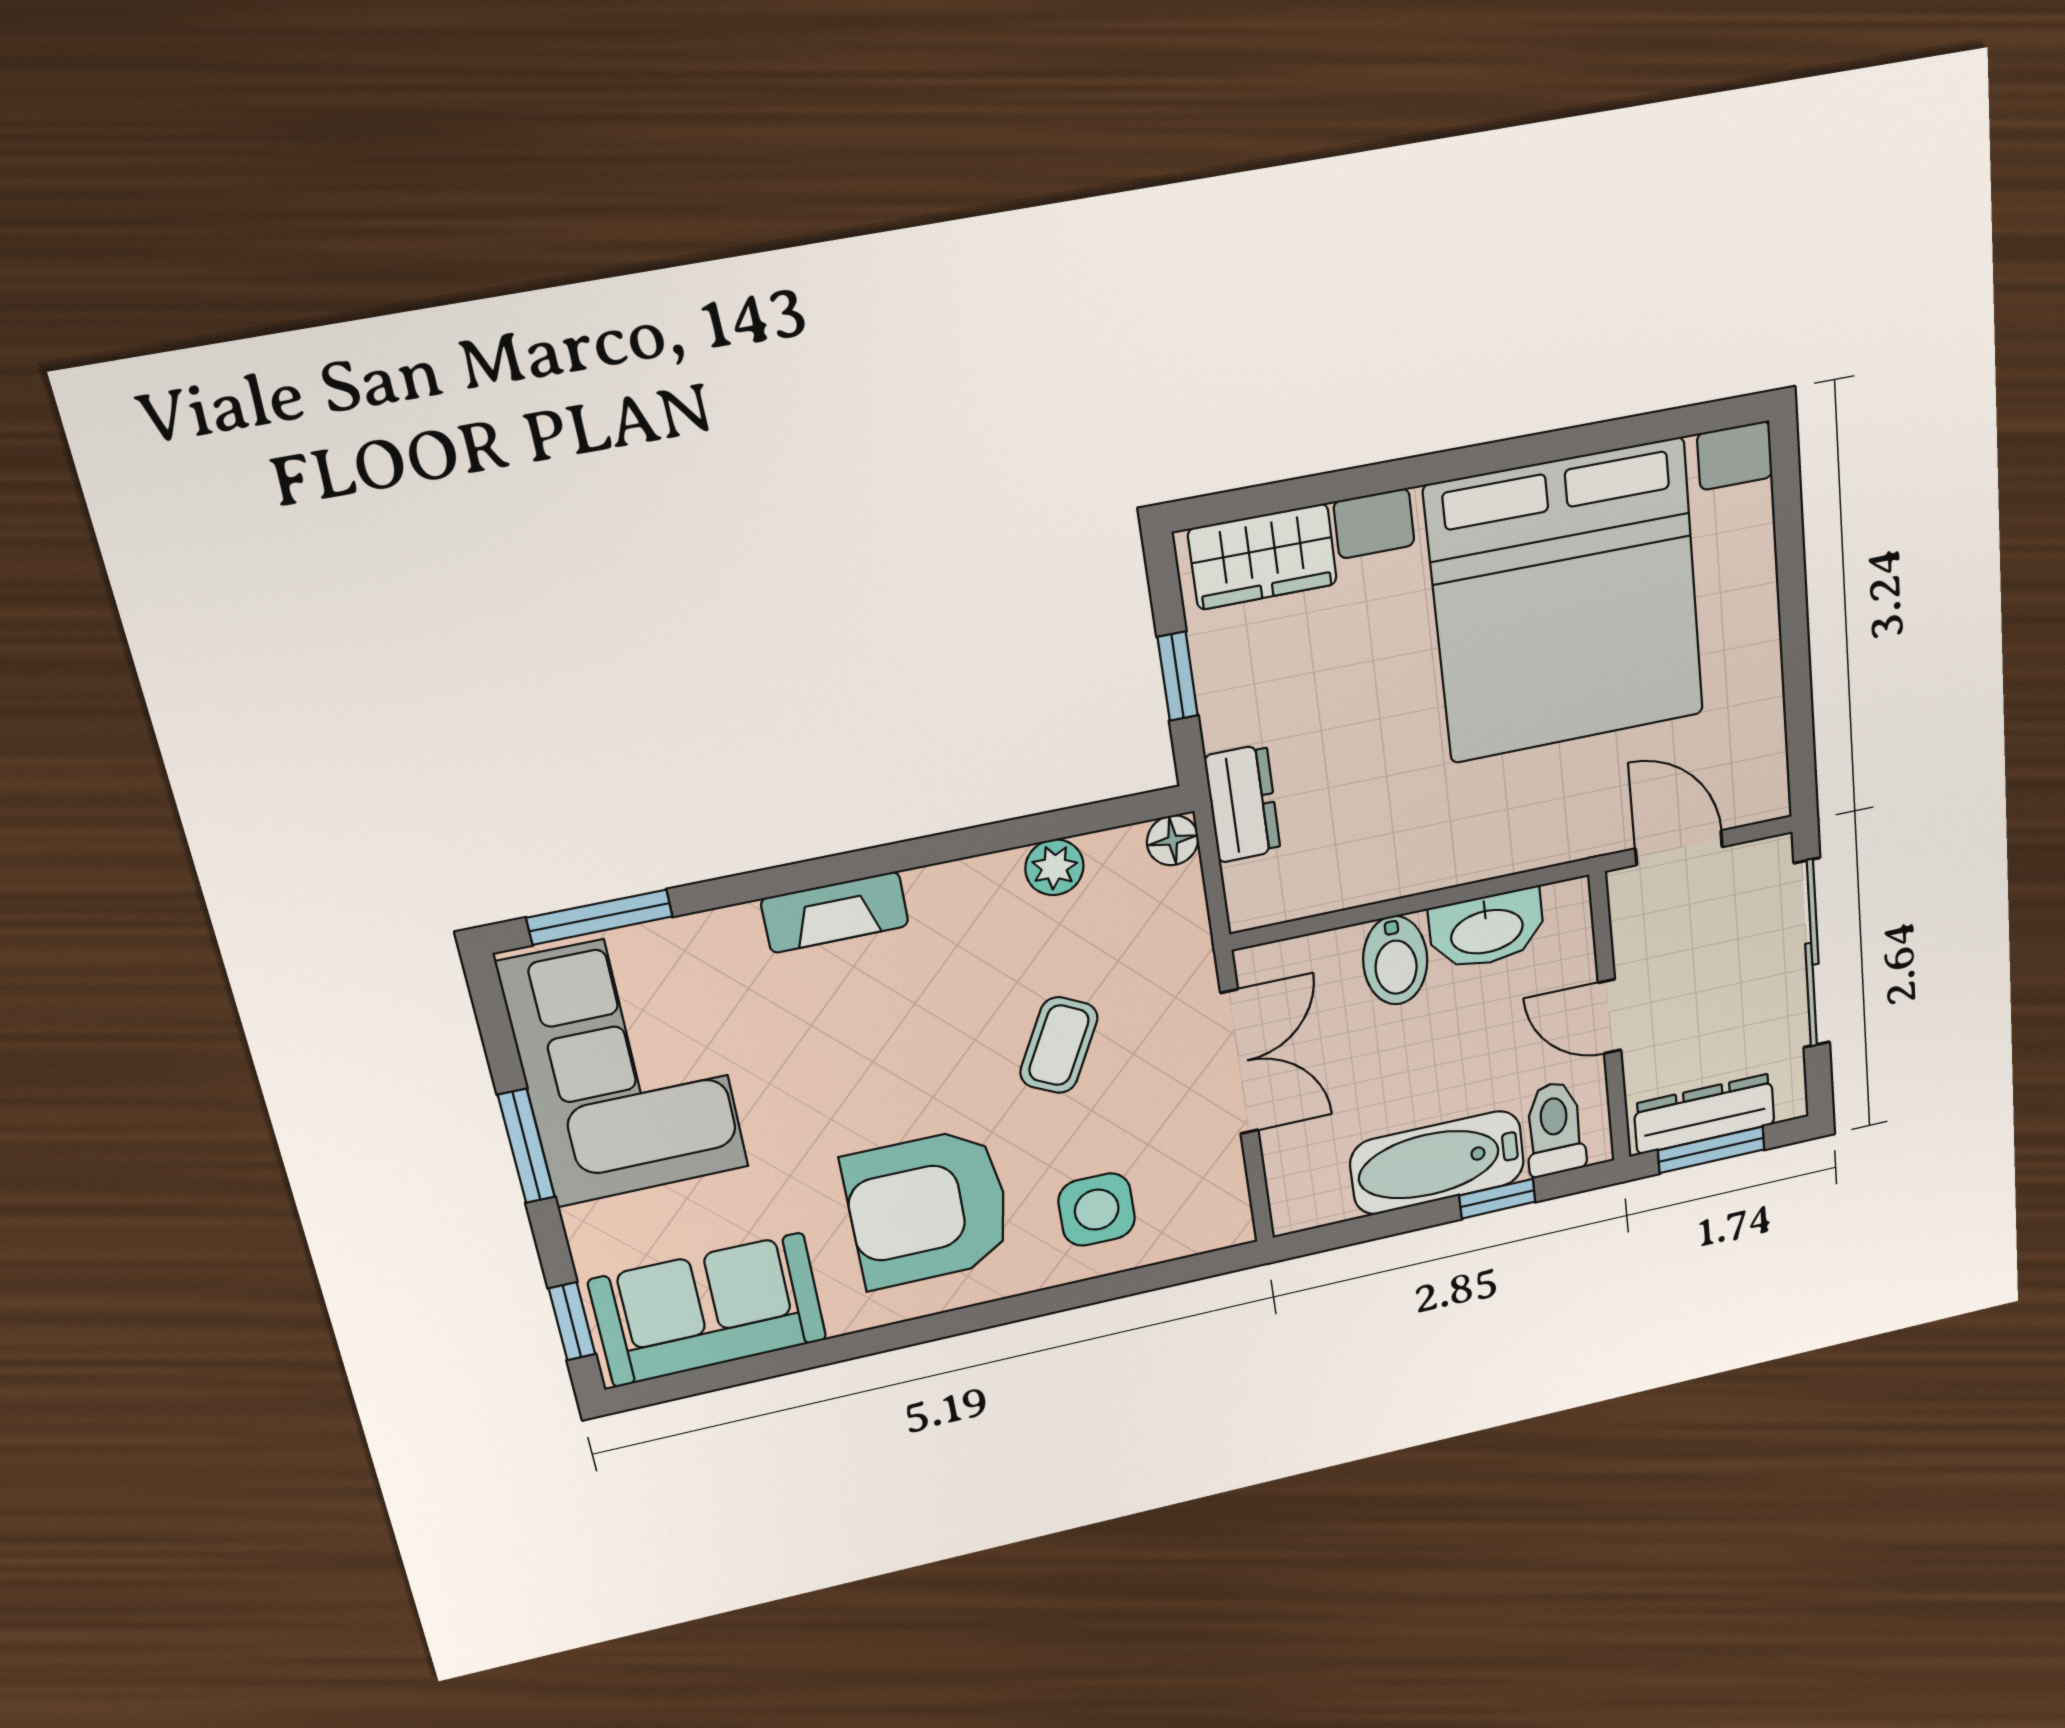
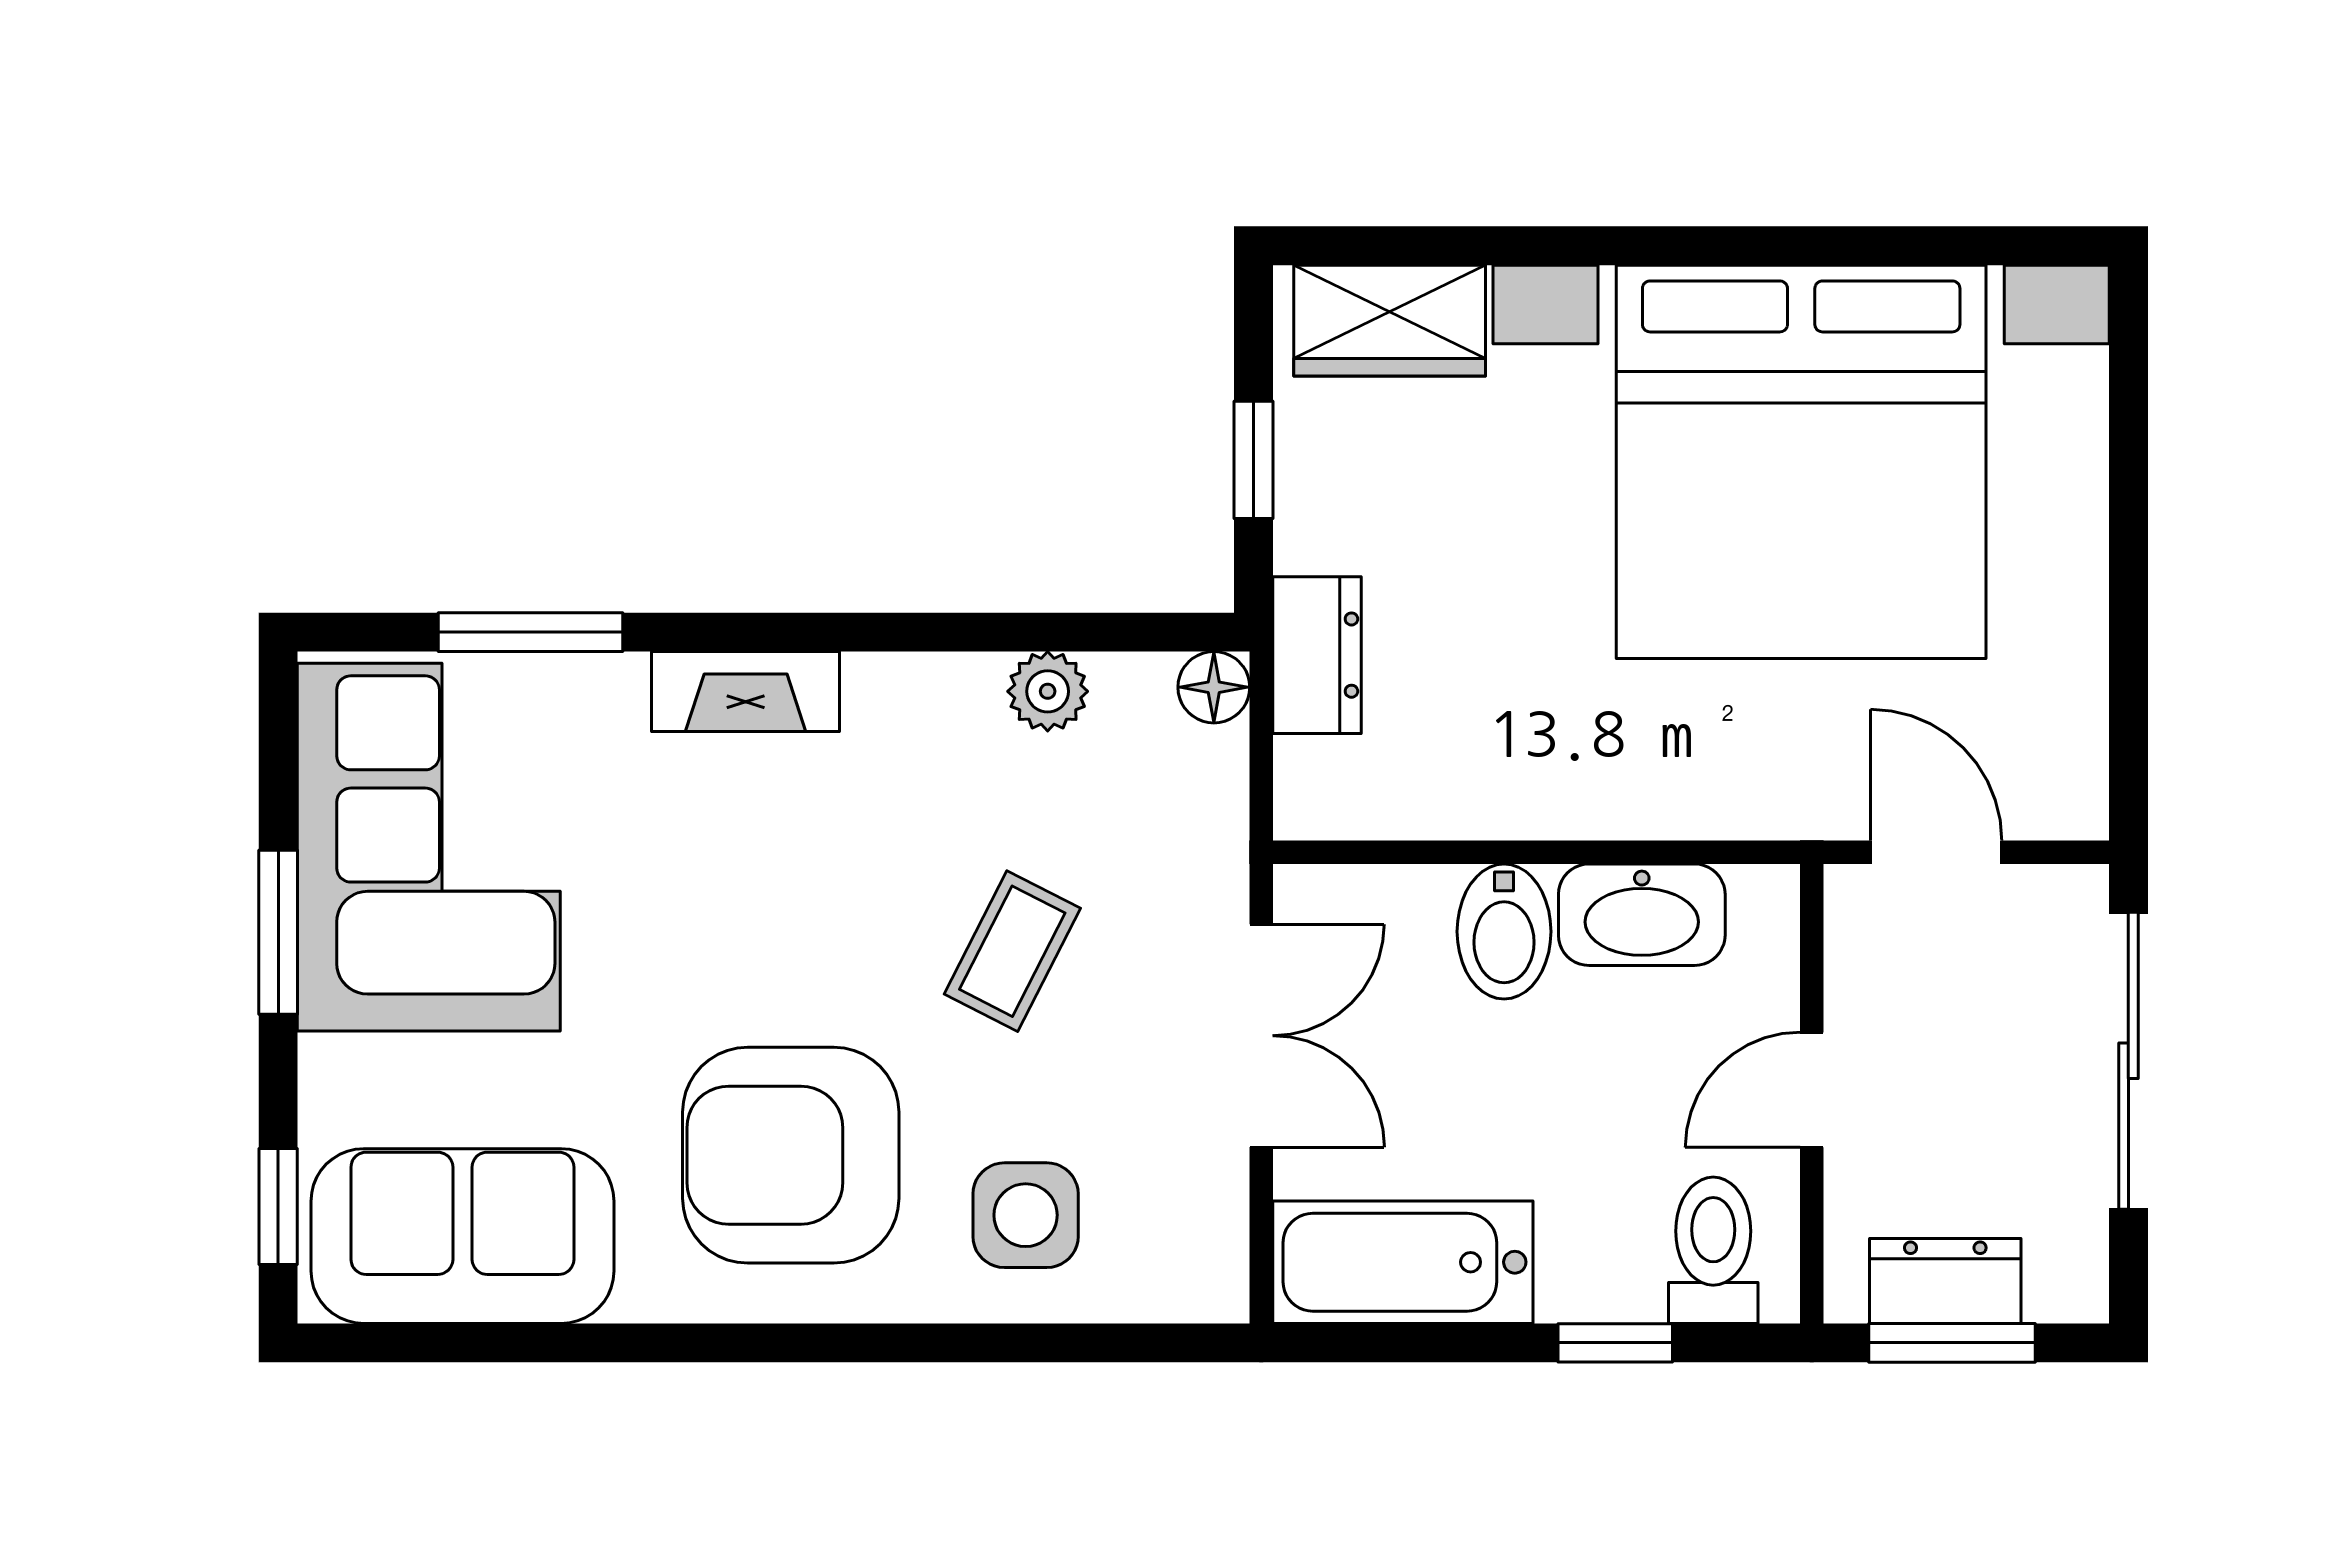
window: (600, 917) -> (530, 632), moved
door: (1609, 1016) -> (1812, 1090), hinge flipped
dresser: (1704, 1114) -> (1945, 1281), width x0.70
bathtub: (1437, 1163) -> (1403, 1262), moved

